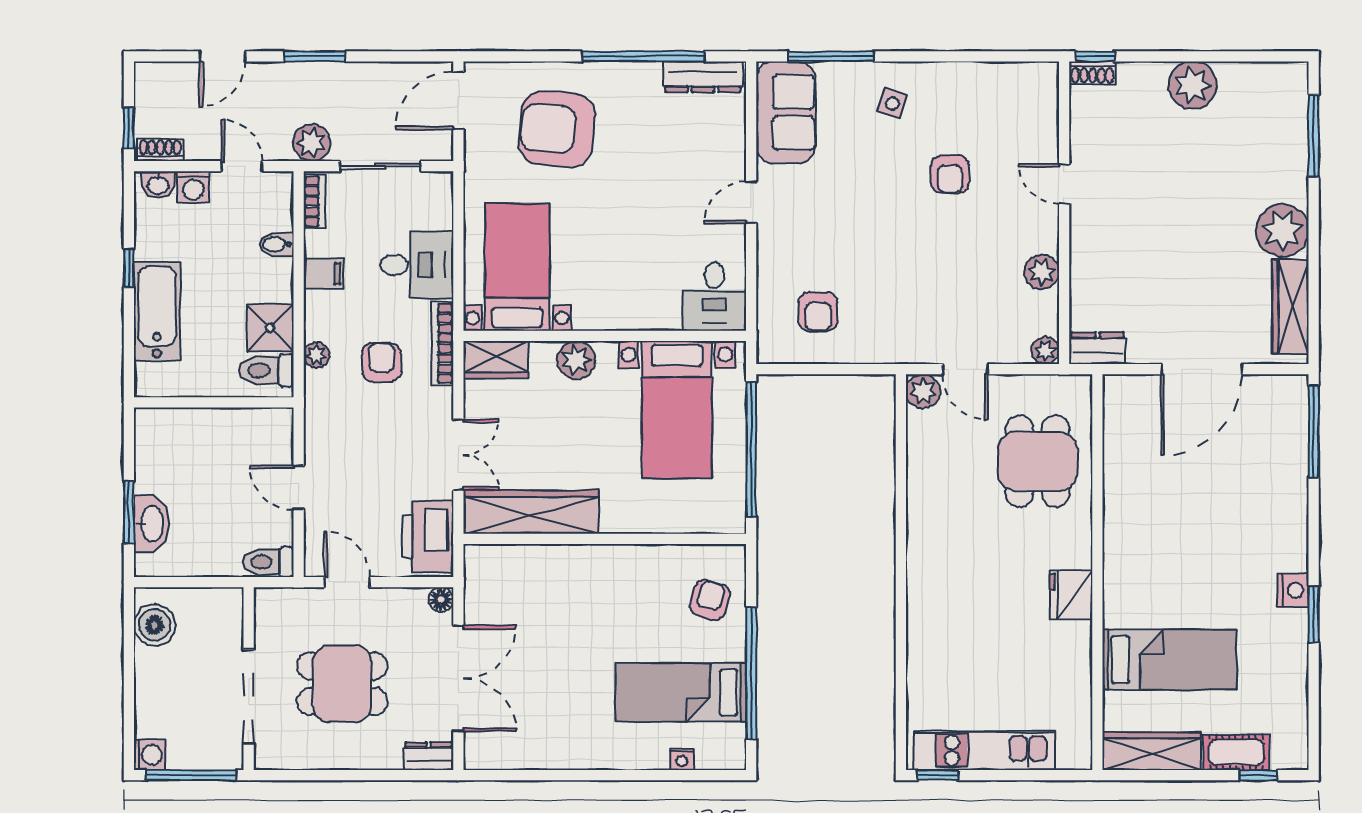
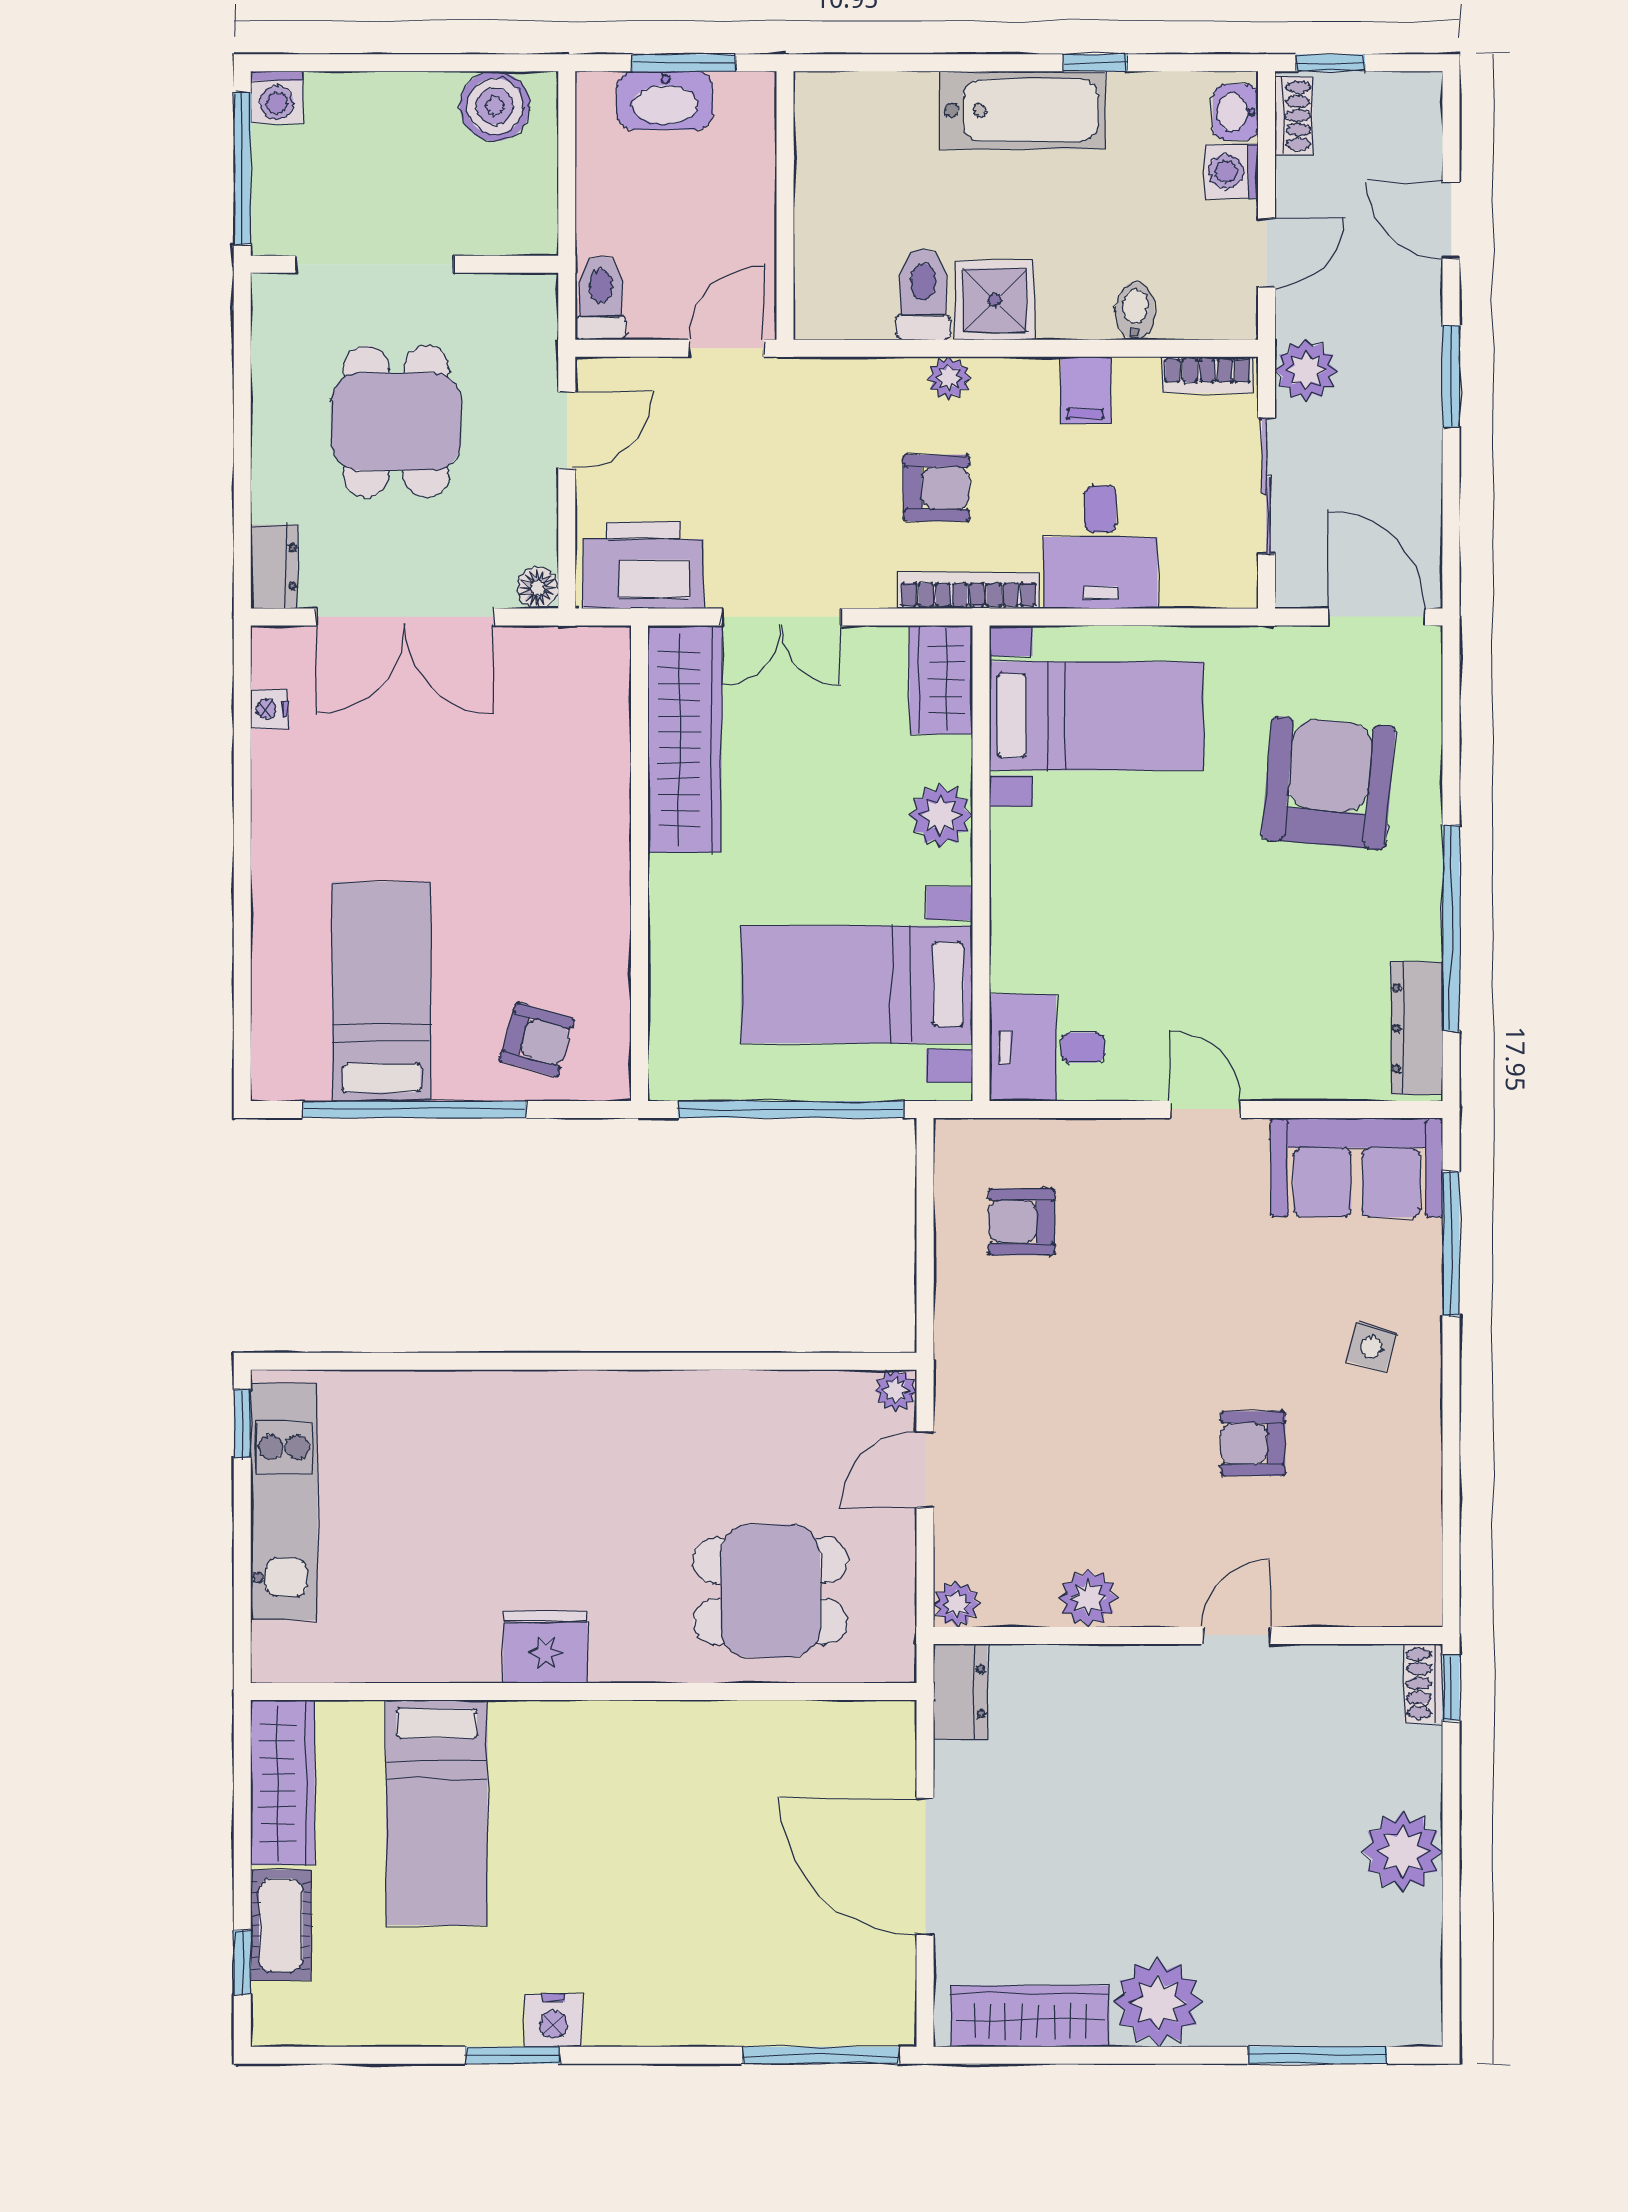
plant: (923, 391) -> (896, 1391), width x0.73, depth x0.73
wall: (214, 402) -> (785, 206), moved
nightstand: (682, 759) -> (269, 709), moved

